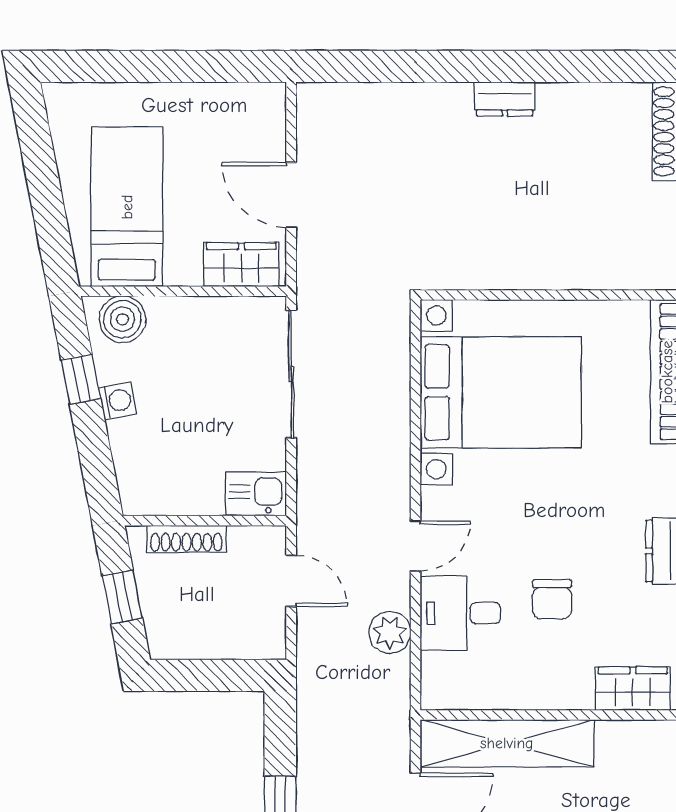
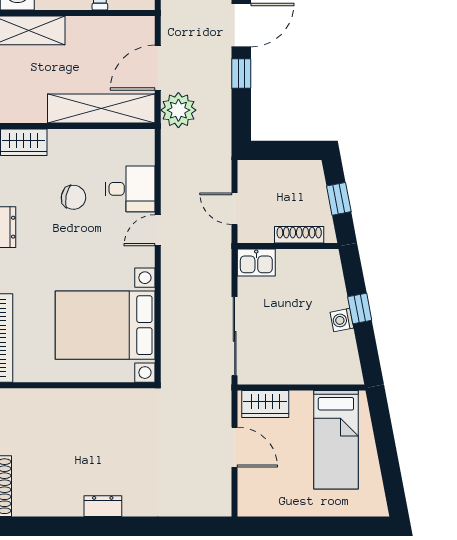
boiler: (123, 319) -> (339, 370), removed
window: (81, 379) -> (360, 308), moved
chair: (552, 599) -> (73, 197), turned 101
plant: (390, 632) -> (178, 110), moved, width x1.36, depth x1.36

